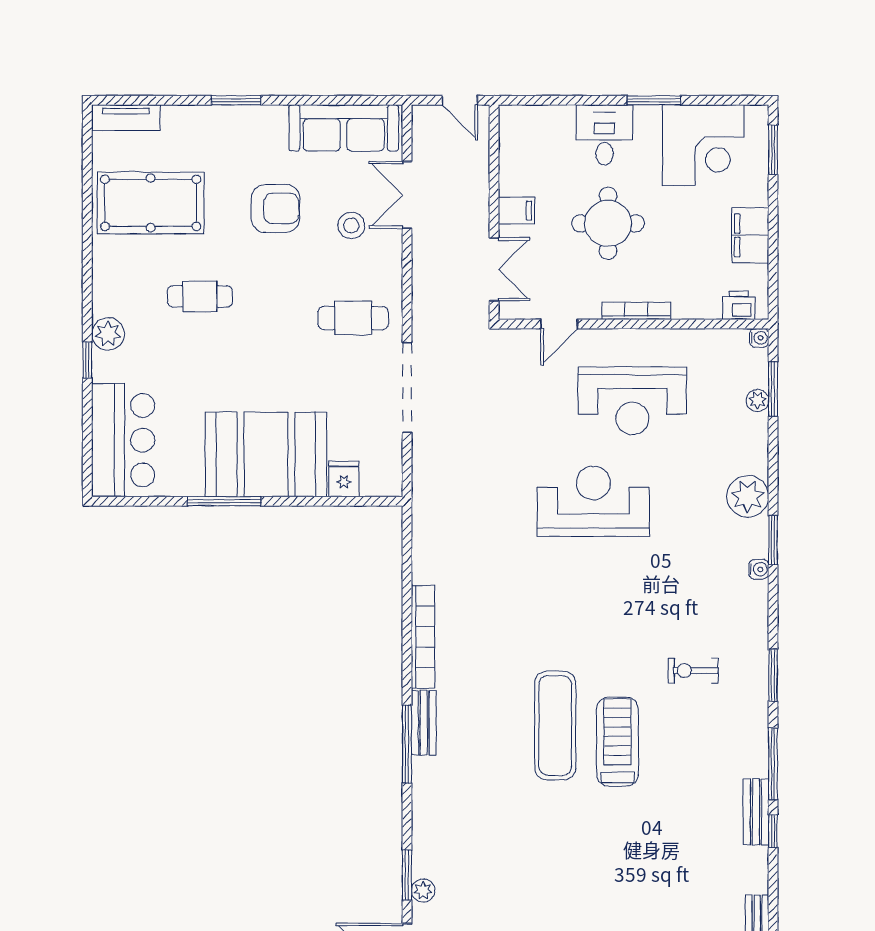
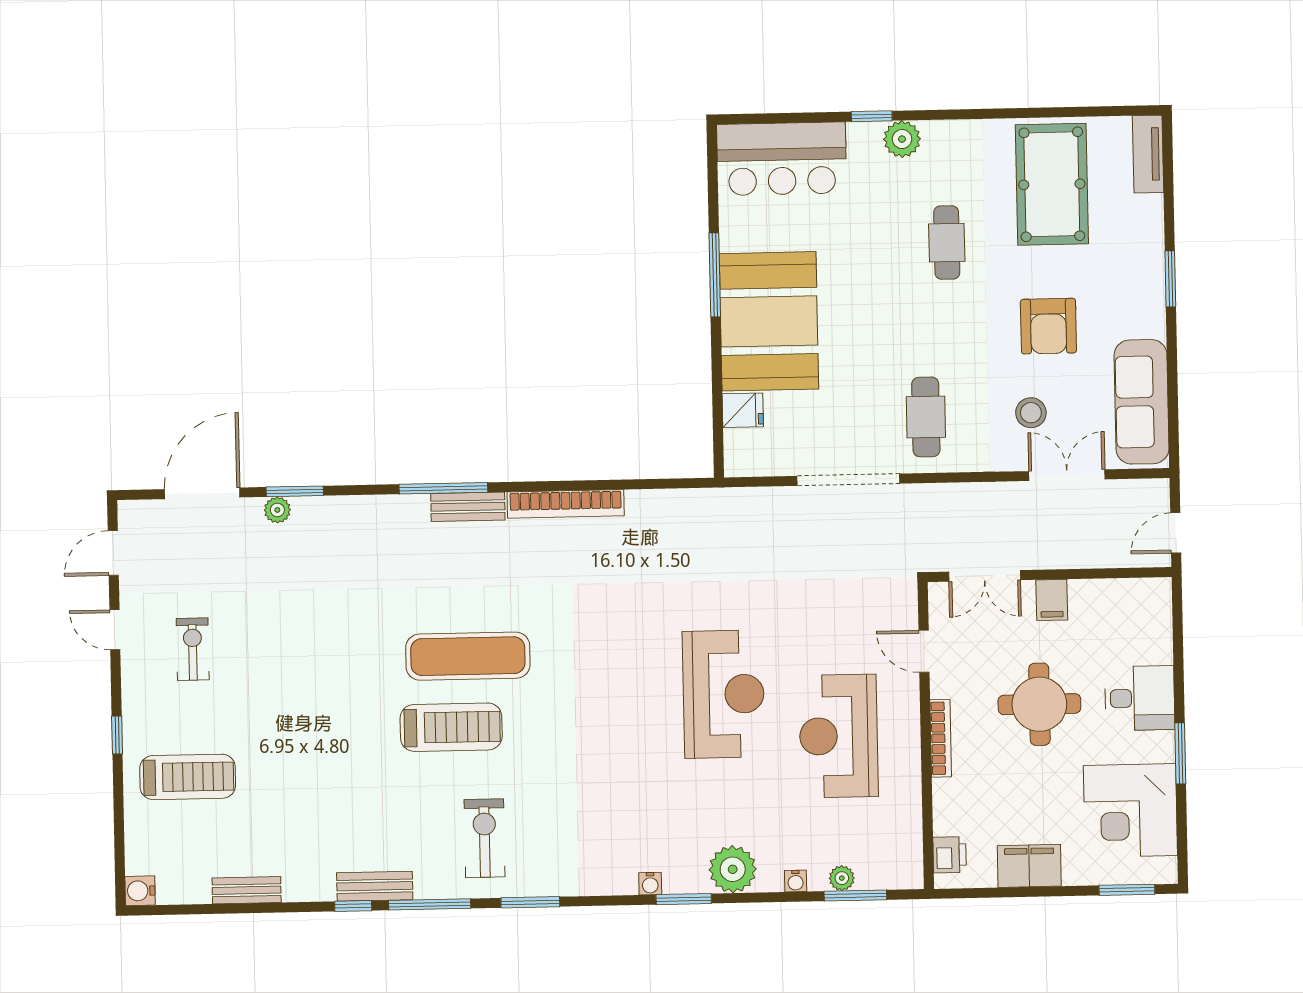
water cooler: (759, 338) -> (796, 881), moved
exercise bike: (693, 671) -> (485, 838), moved, width x1.38, depth x1.39

